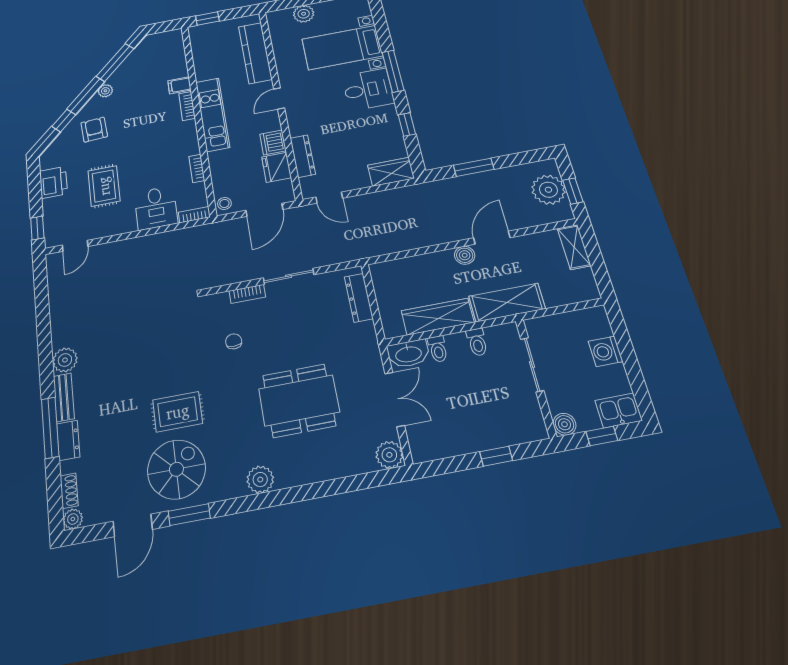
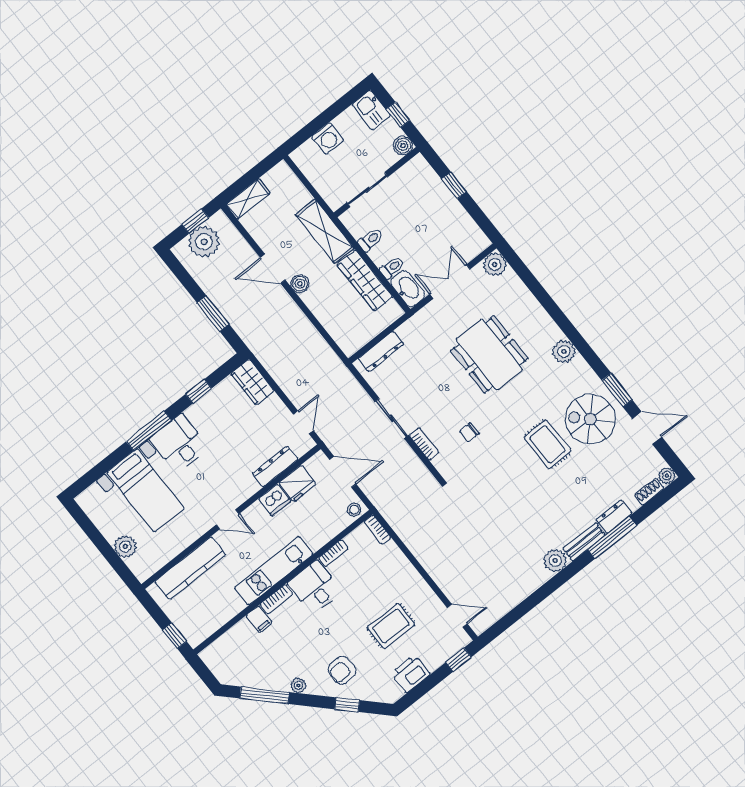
desk: (156, 208) -> (315, 587), moved, turned -90

